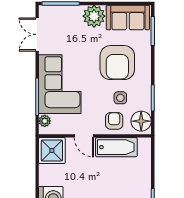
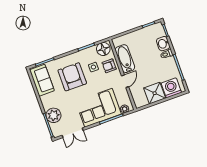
plant: (94, 16) -> (54, 115), moved
armchair: (117, 63) -> (72, 77), turned -90
shower: (52, 150) -> (155, 93), moved

